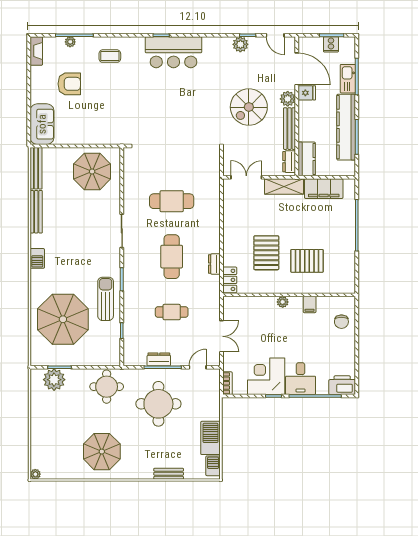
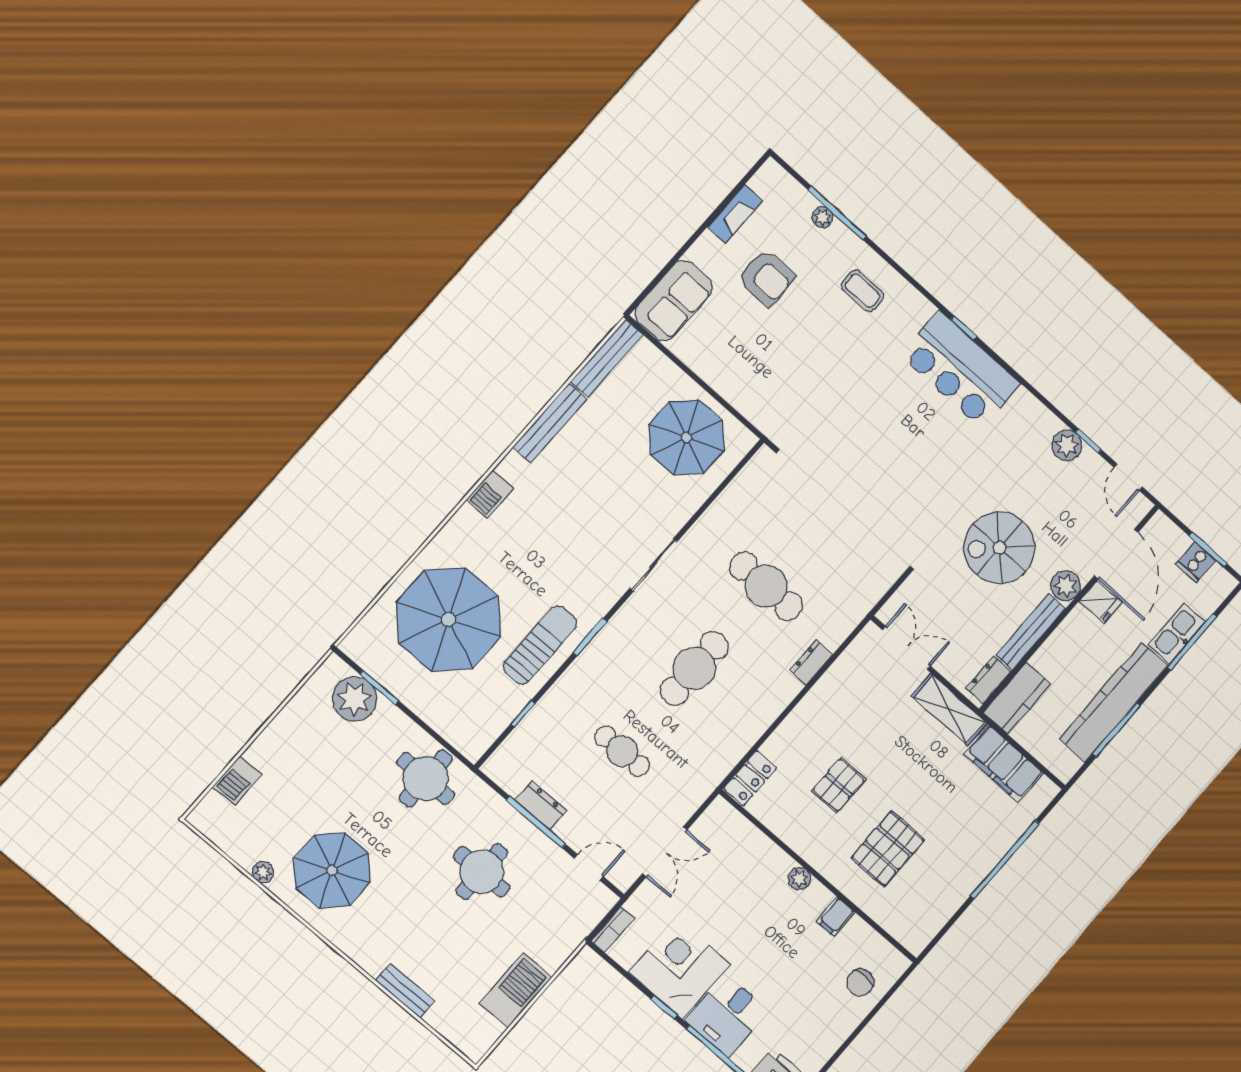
fireplace: (36, 51) -> (735, 214), moved
pallet: (266, 253) -> (839, 785), width x0.67, depth x0.71
pallet: (307, 261) -> (888, 849), turned 90
dresser: (214, 264) -> (811, 662), moved
round table: (158, 404) -> (482, 872), width x0.73, depth x0.73
barbecue: (213, 466) -> (237, 780), moved, turned 180
plant: (35, 474) -> (263, 872), moved

